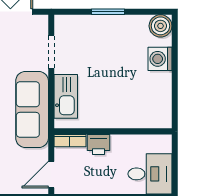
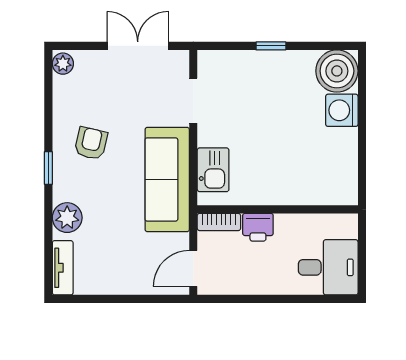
window: (108, 12) -> (271, 46), width x0.67
boiler: (161, 26) -> (337, 71), width x1.37, depth x1.37
kitchen sink: (66, 96) -> (213, 170), width x0.73

